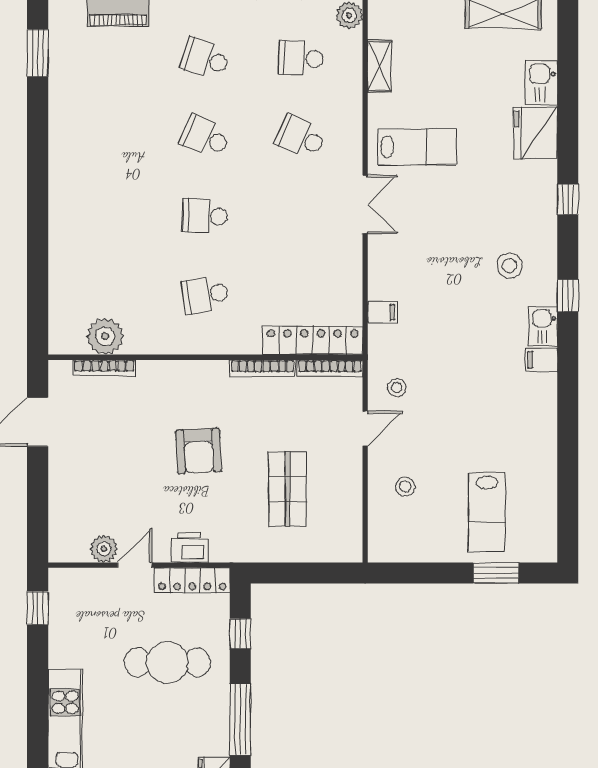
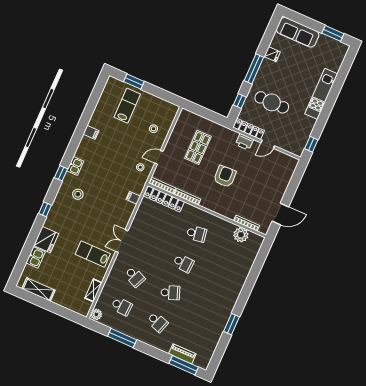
window: (38, 53) -> (232, 324), moved
school desk: (205, 137) -> (170, 293), turned -45
filing cabinet: (541, 360) -> (91, 132), moved
plant: (104, 549) -> (277, 155), removed

